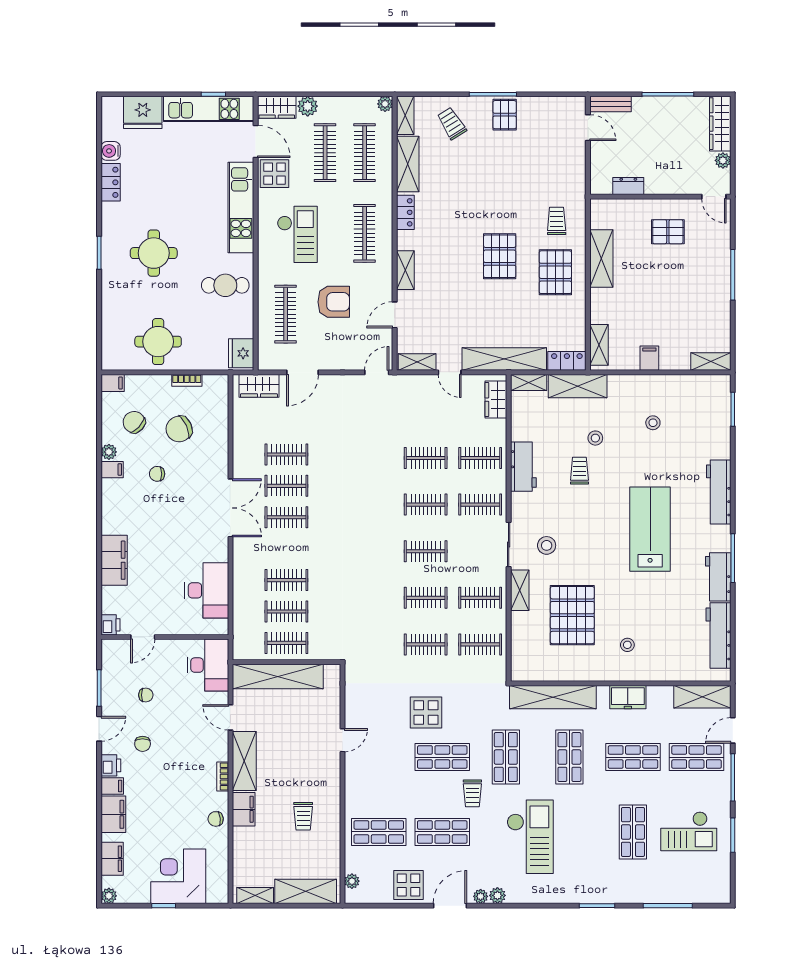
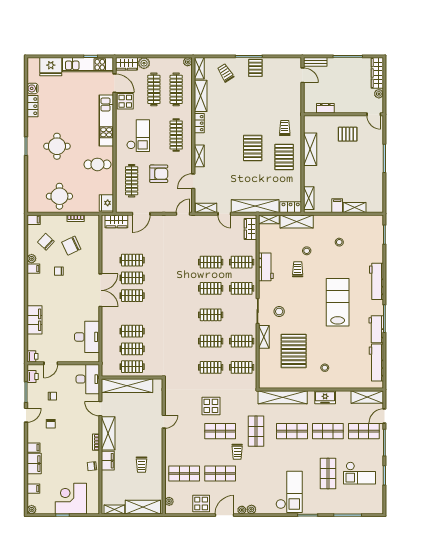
shelving: (711, 361) -> (355, 207), moved
shop shelf: (569, 757) -> (292, 431), turned 90
printer: (111, 765) -> (33, 377), moved
checkout: (530, 837) -> (289, 492), moved
filing cabinet: (112, 859) -> (33, 489), width x0.50

